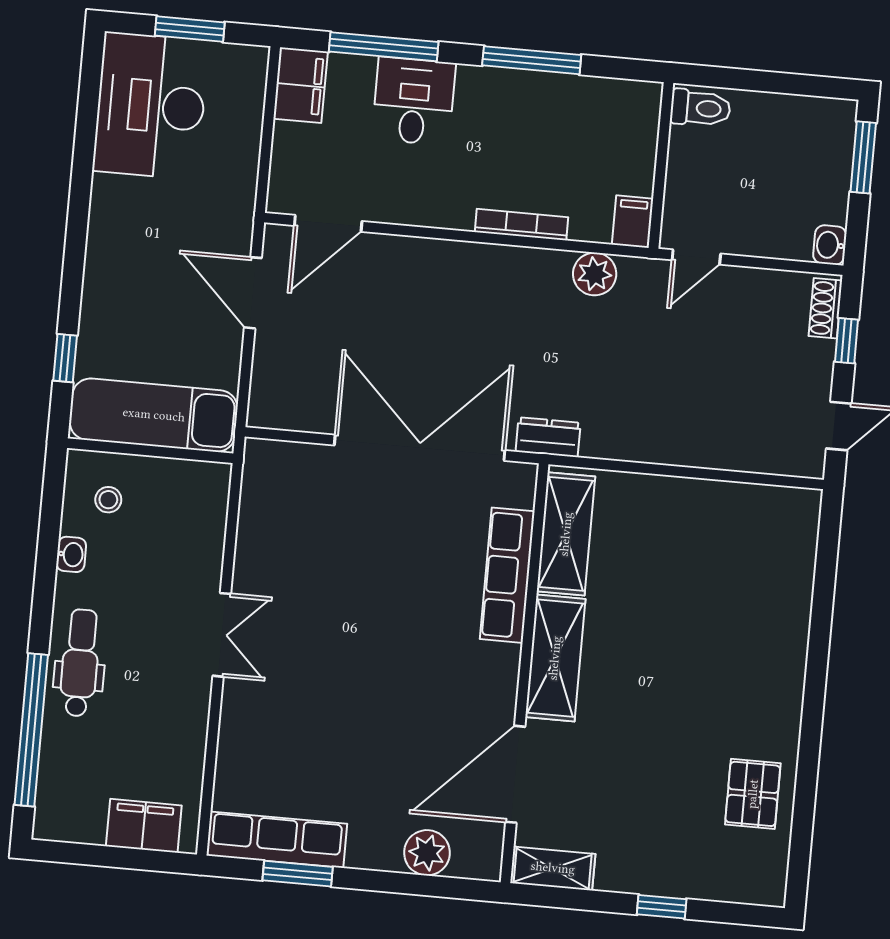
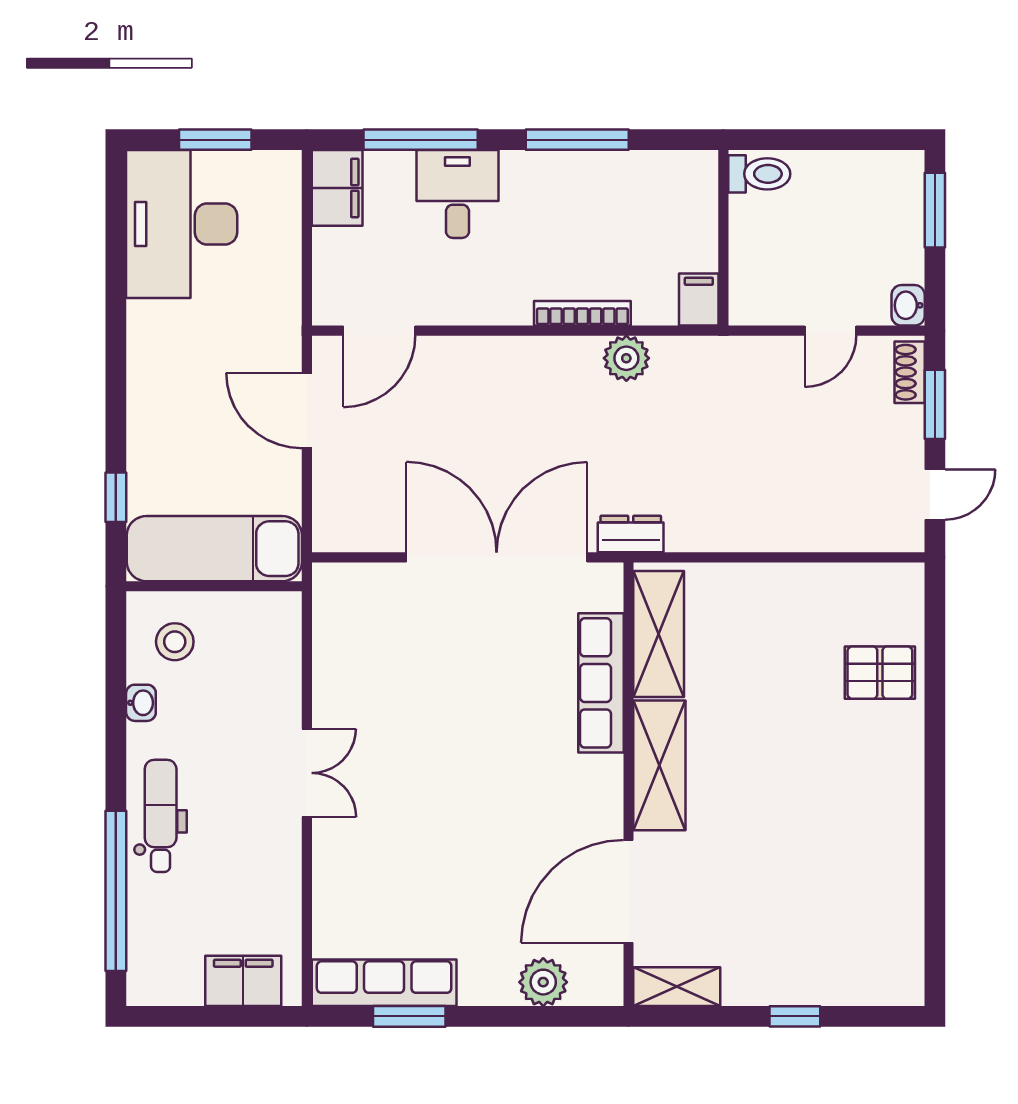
door: (696, 257) -> (830, 331), moved
plant: (595, 274) -> (626, 358), moved
window: (846, 341) -> (935, 404), width x1.50
stool: (108, 500) -> (175, 642), width x1.37, depth x1.37
pallet: (753, 794) -> (880, 673), moved, turned 90

